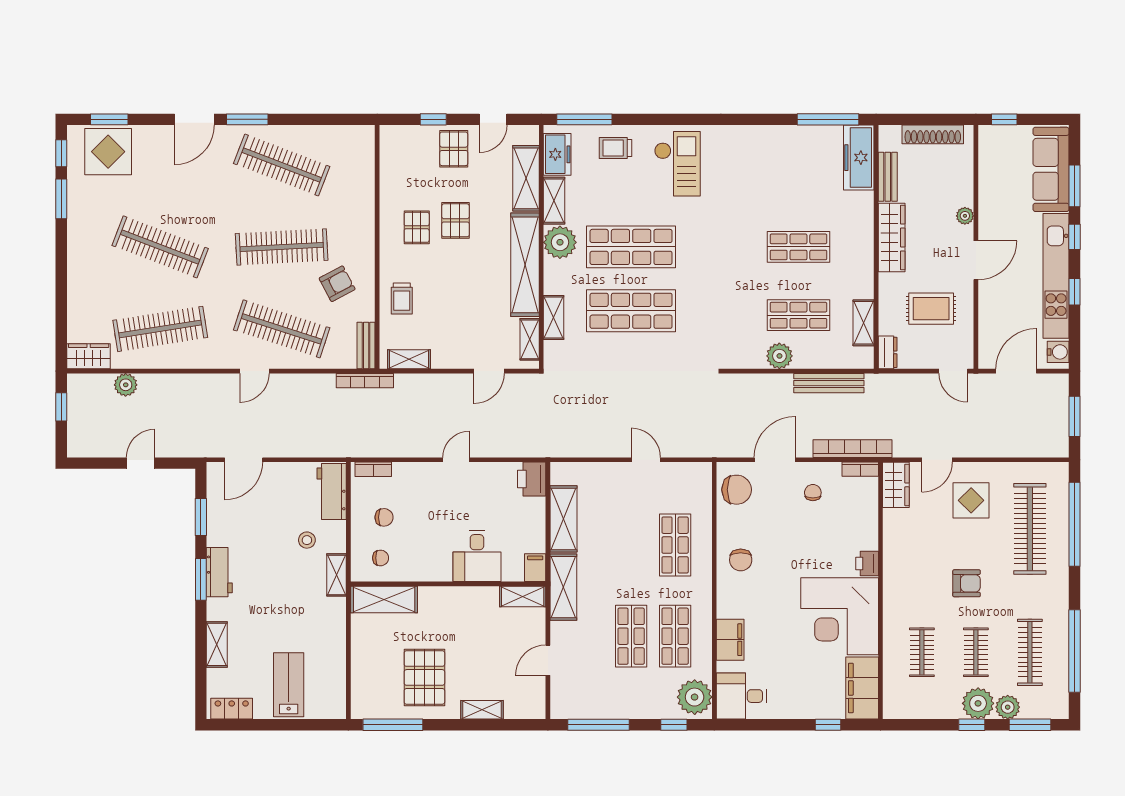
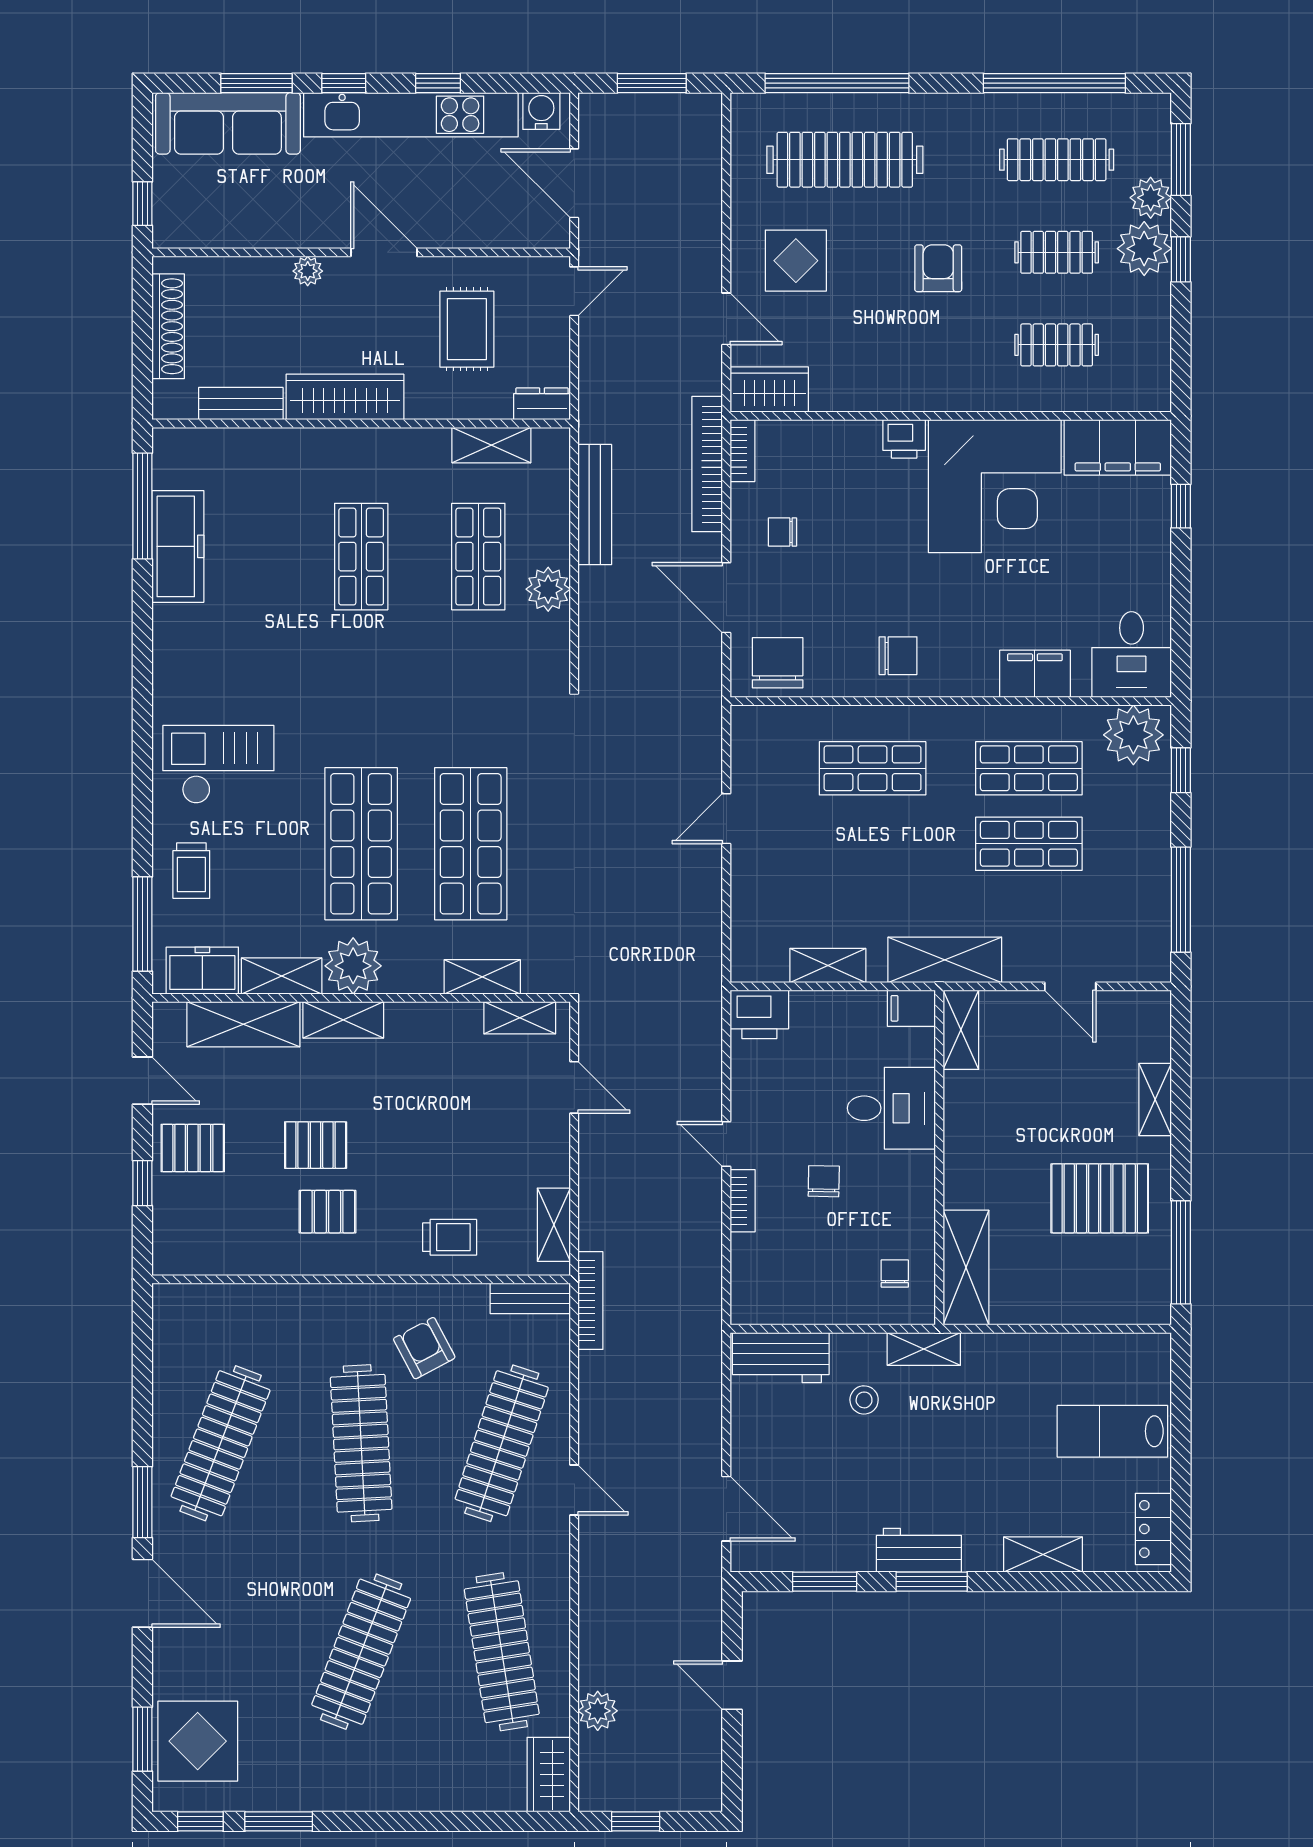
freezer: (859, 158) -> (178, 546), moved, turned -90
shelving: (525, 265) -> (343, 1020), width x0.45, depth x0.75
bookcase: (373, 469) -> (743, 1201), moved
chair: (384, 517) -> (824, 1181), moved
shelving: (563, 519) -> (828, 966), width x0.67, depth x0.75

